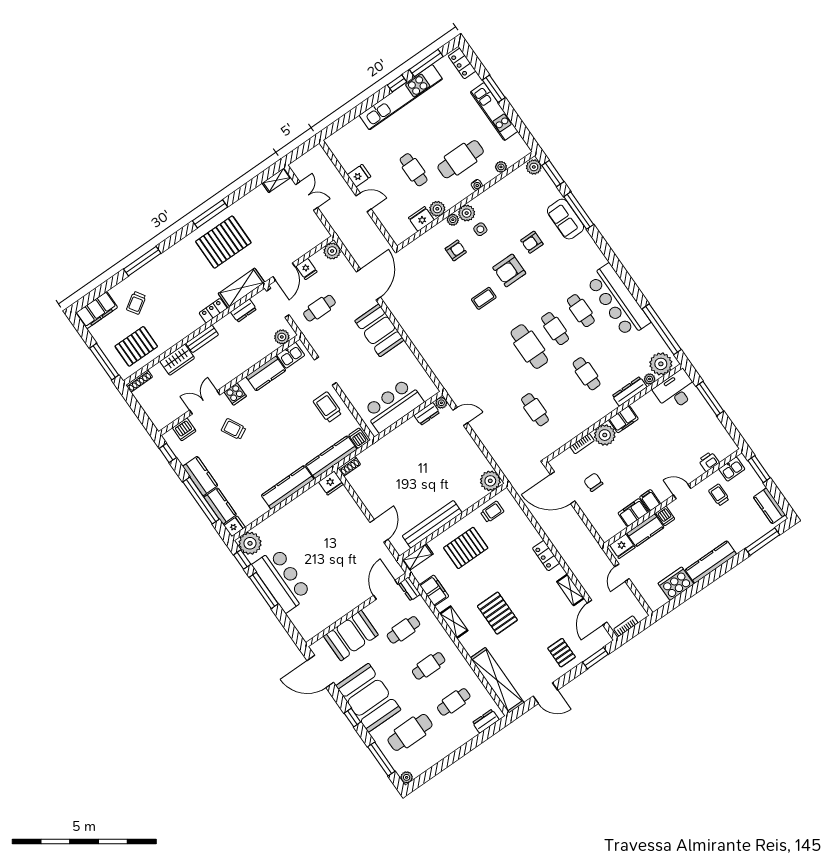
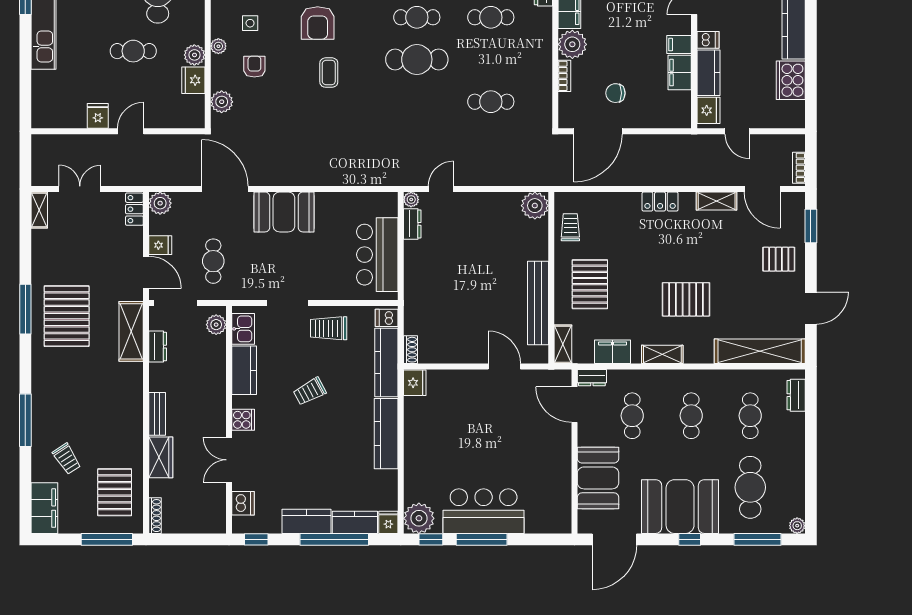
plant: (467, 213) -> (222, 102), moved
locker: (213, 311) -> (134, 209), moved
trolley: (234, 429) -> (310, 391), moved

